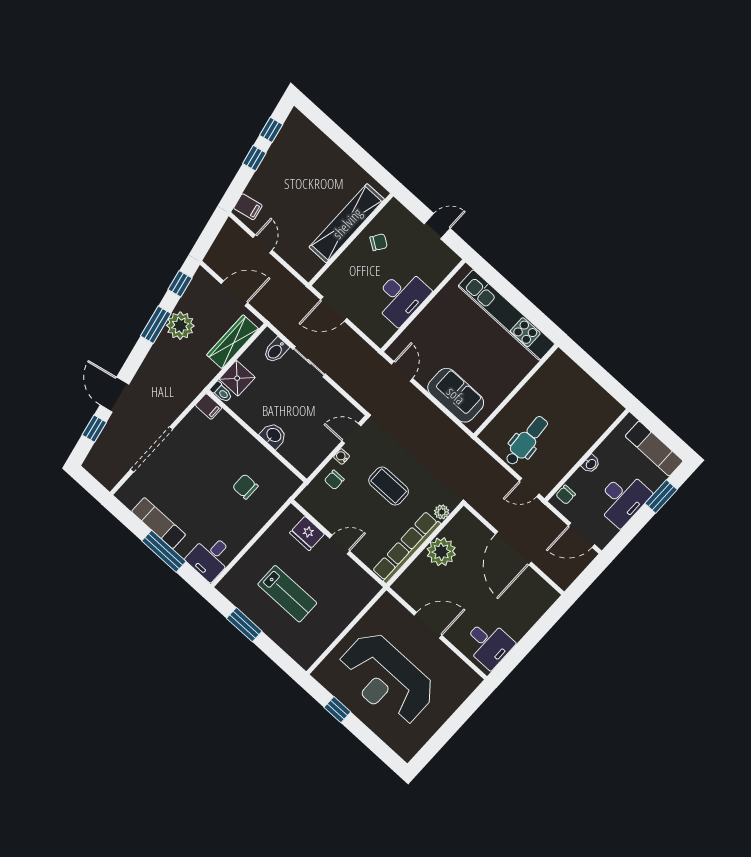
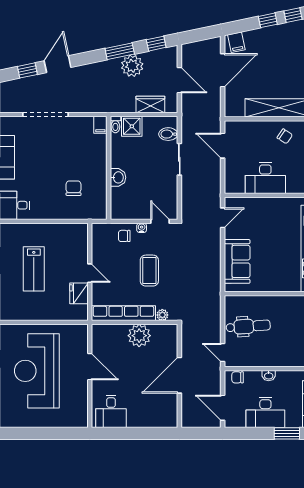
door: (262, 244) -> (223, 70), width x1.88
wardrobe: (233, 342) -> (150, 104), width x0.67
fridge: (307, 533) -> (79, 293), moved

